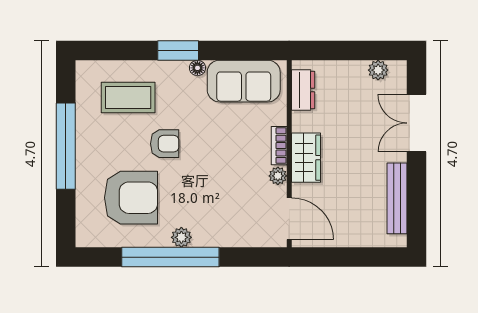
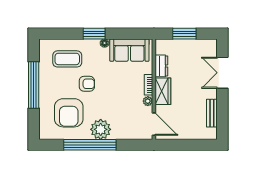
window: (346, 50) -> (184, 34), added
plant: (378, 70) -> (202, 44), removed
dresser: (303, 90) -> (161, 66), moved
armchair: (131, 198) -> (69, 113), turned 90
bench: (397, 198) -> (212, 113), width x0.73
plant: (181, 237) -> (101, 129), width x1.88, depth x1.88

